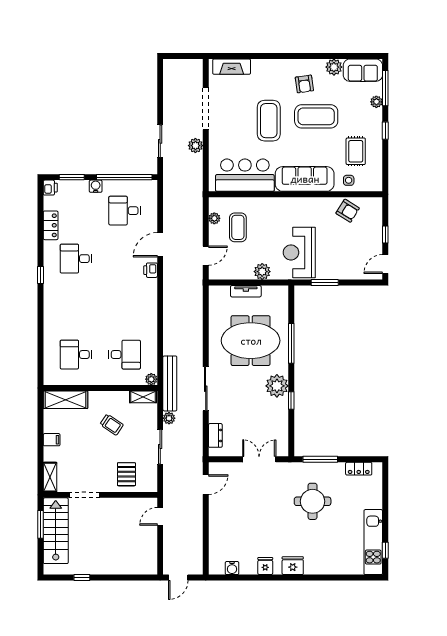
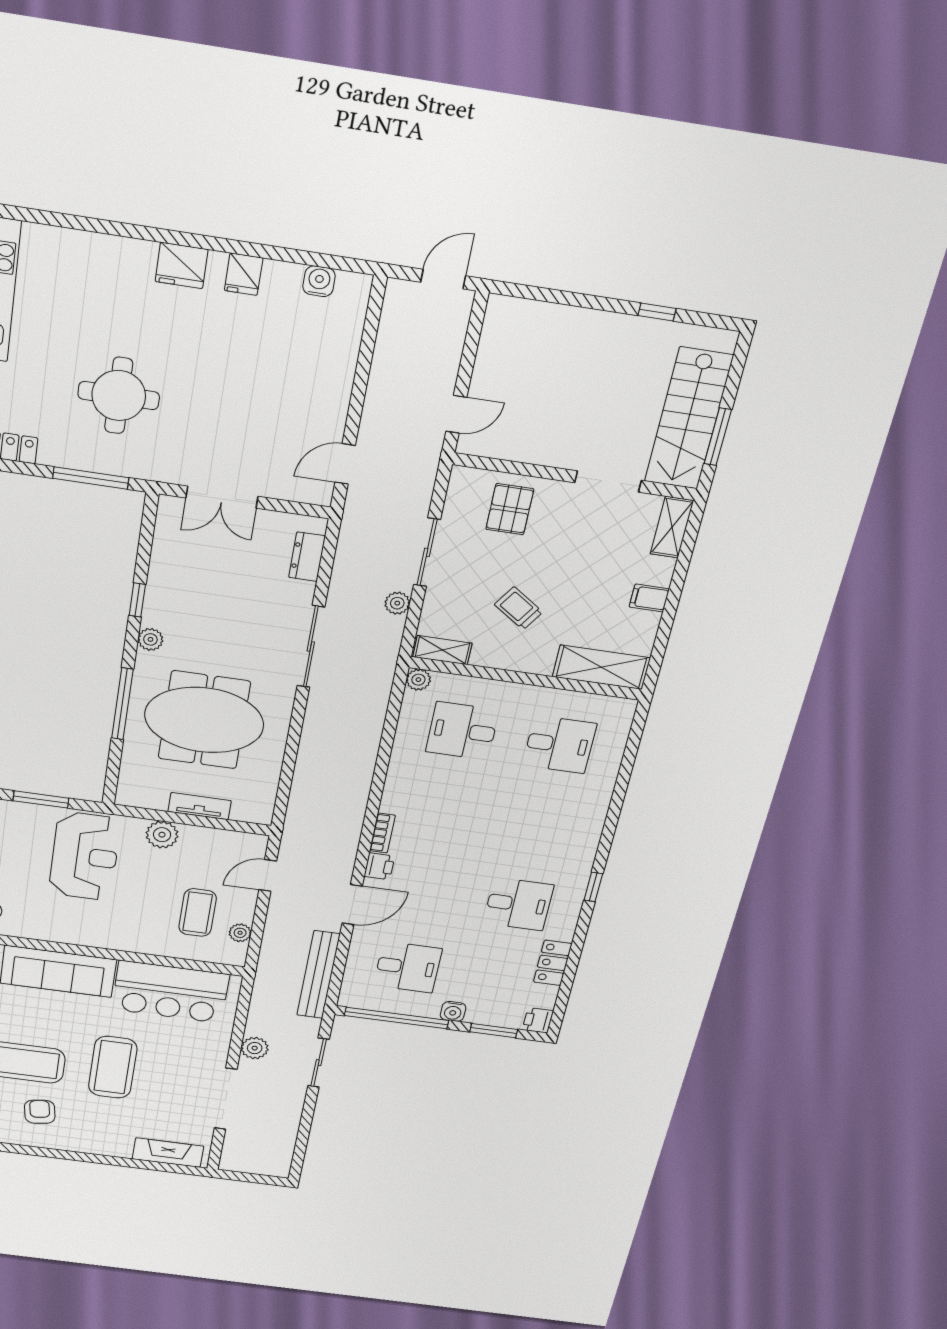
bookcase: (153, 290) -> (382, 833), added
bench: (170, 383) -> (318, 975), moved
plant: (277, 386) -> (150, 639), width x0.53, depth x0.53

